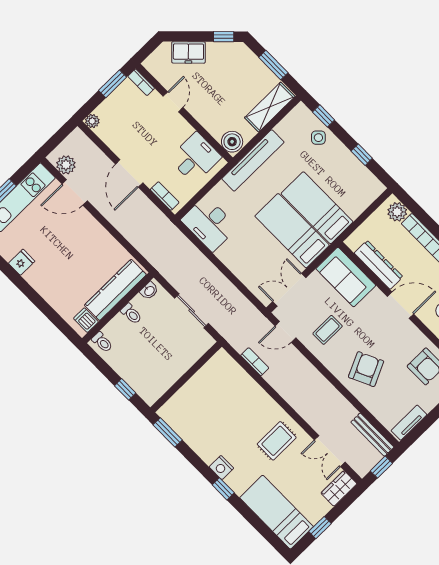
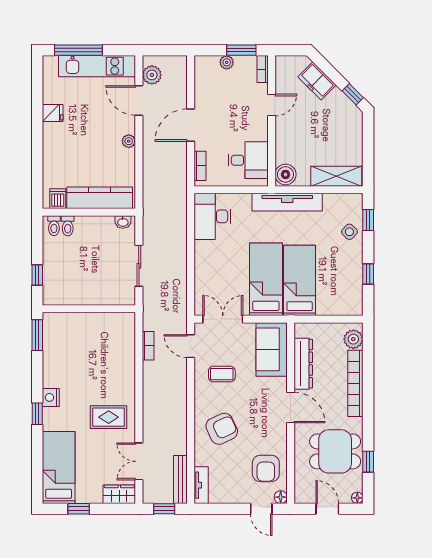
window: (273, 65) -> (368, 149), removed
plant: (92, 121) -> (227, 62), moved
plant: (96, 229) -> (129, 141), added
toilet: (131, 314) -> (68, 226), moved
tv unit: (409, 423) -> (201, 485), moved, turned 90

